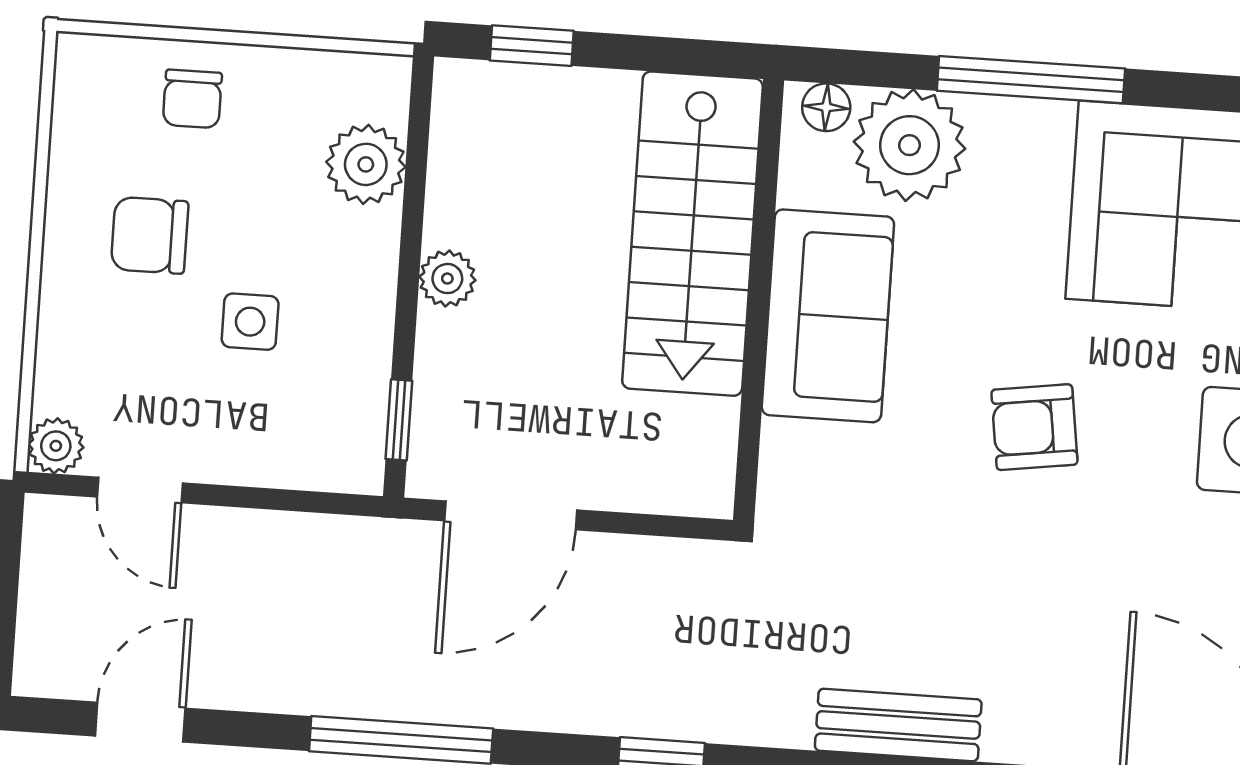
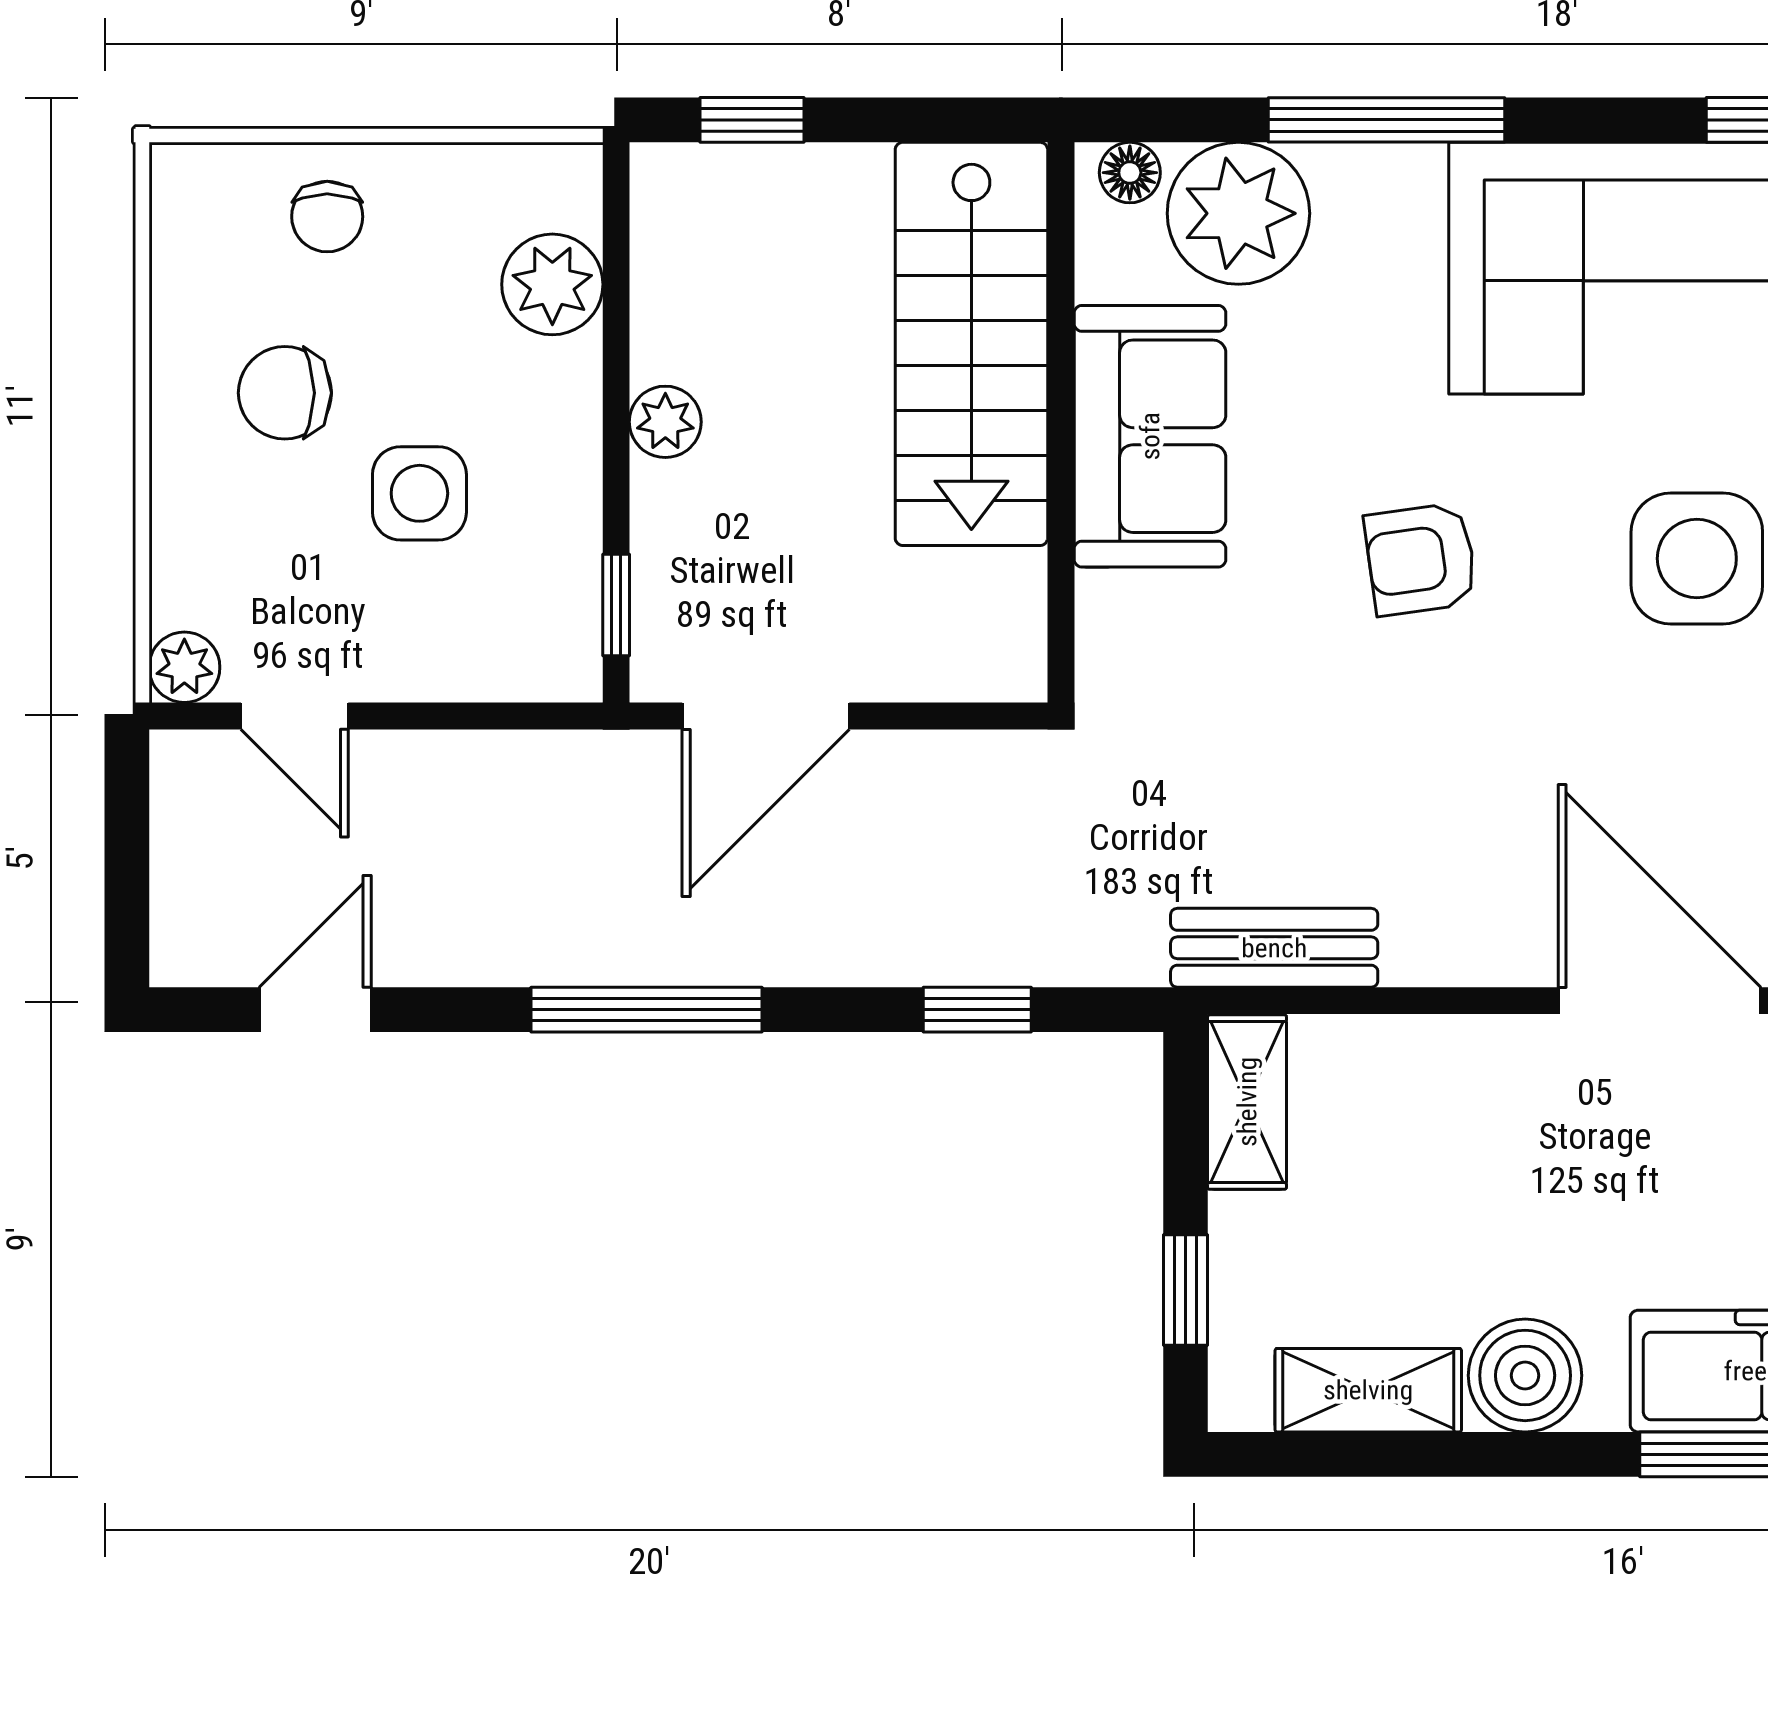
side table: (250, 322) -> (419, 493), width x1.37, depth x1.37

